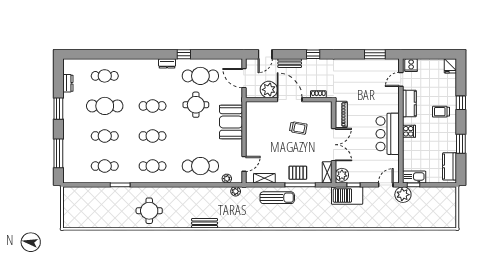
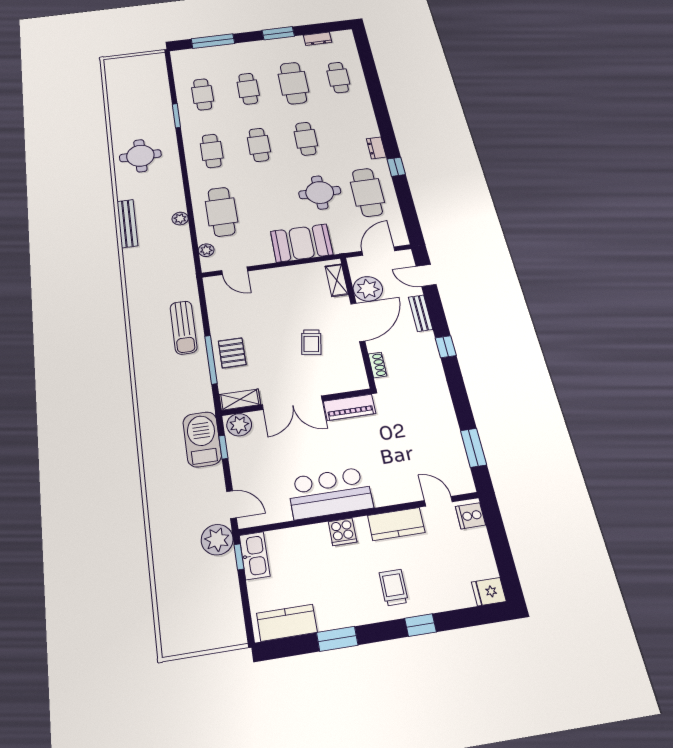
shelving: (264, 178) -> (337, 280), moved
plant: (236, 191) -> (180, 219), moved
bench: (205, 223) -> (127, 223), width x1.36

